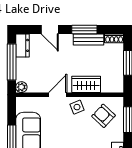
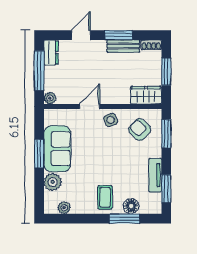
door: (50, 29) -> (81, 35), swing flipped
wardrobe: (86, 84) -> (146, 95), moved

